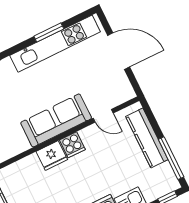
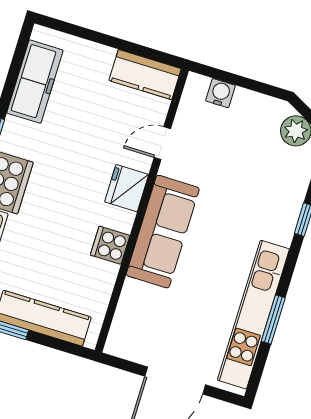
door: (103, 116) -> (162, 143), moved
cooker: (72, 145) -> (110, 245), moved

